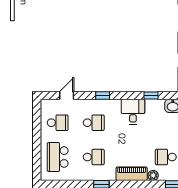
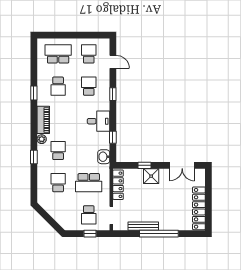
school desk: (58, 123) -> (89, 54), turned 180
school desk: (94, 123) -> (89, 86), turned 180

